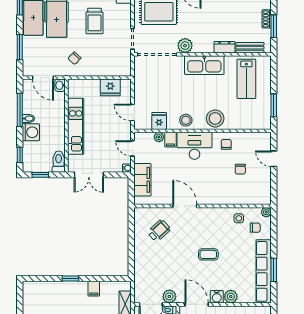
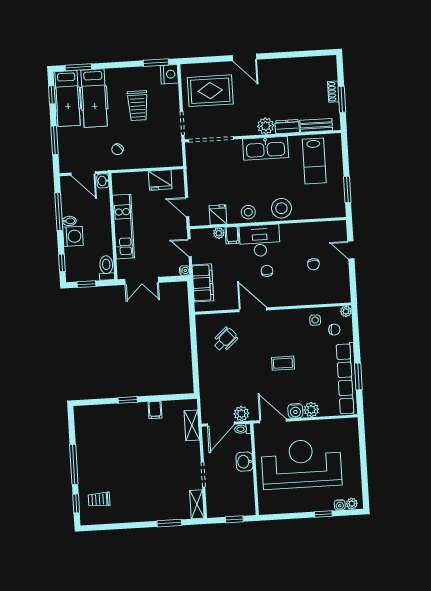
plant: (185, 46) -> (266, 126), moved
chair: (226, 144) -> (267, 271), moved

